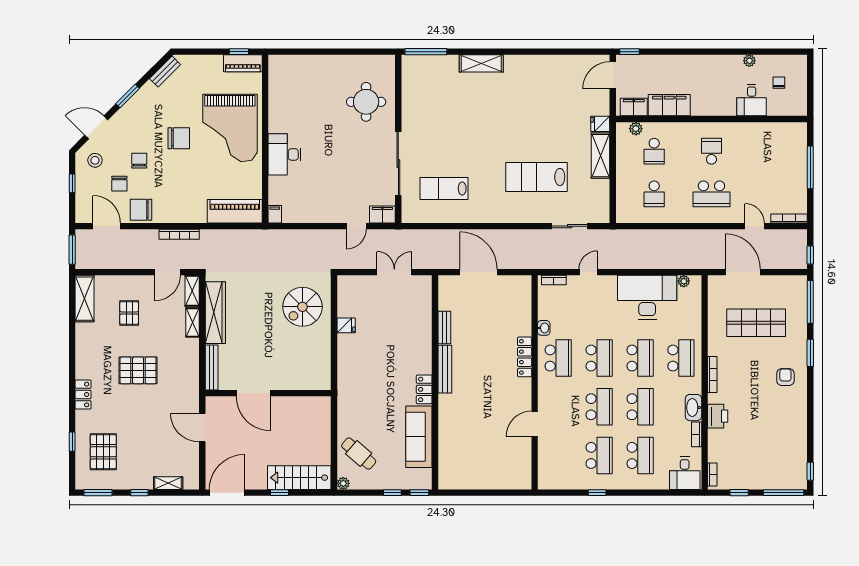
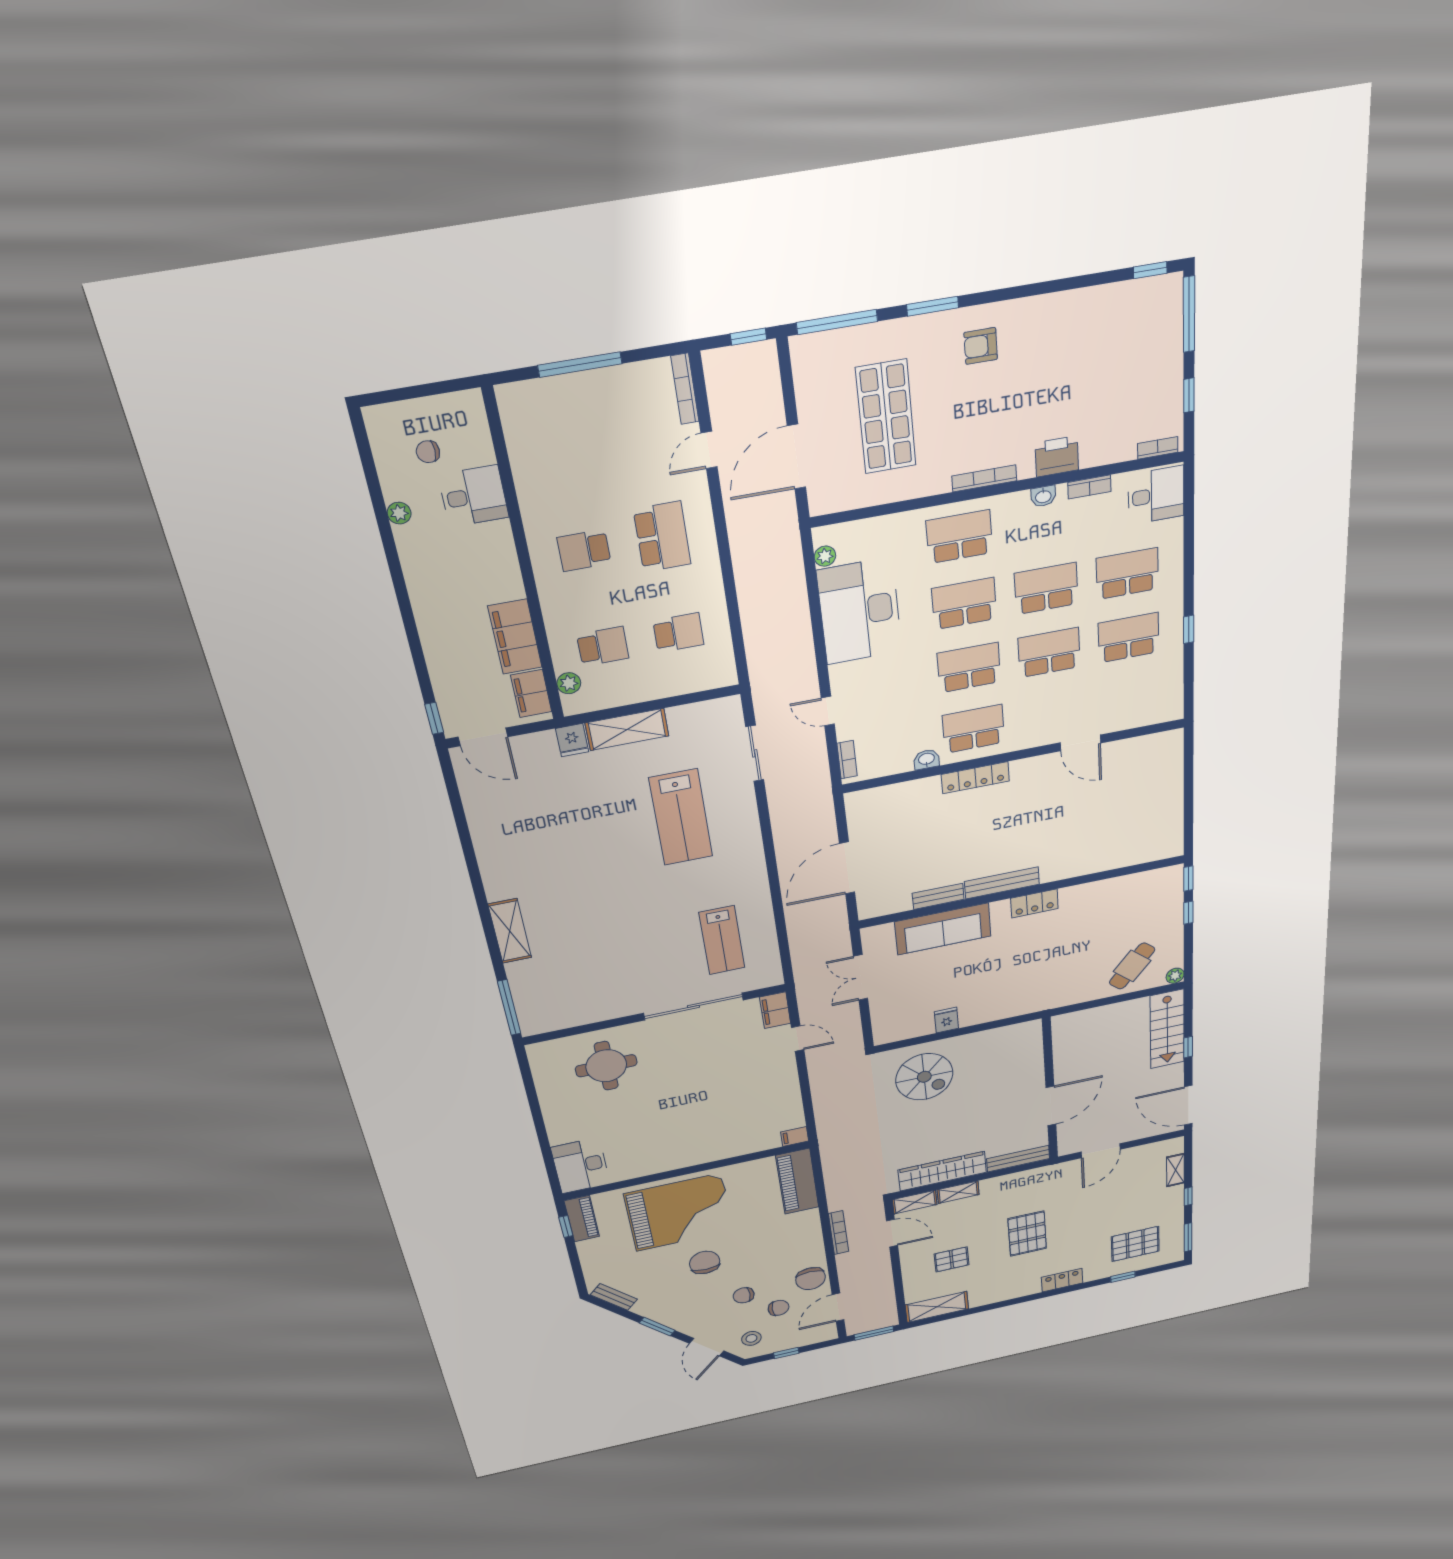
desk: (284, 154) -> (581, 1166), moved, turned 90
washbasin: (693, 408) -> (1043, 496), width x0.52, depth x0.69
sofa: (419, 437) -> (943, 929), moved

